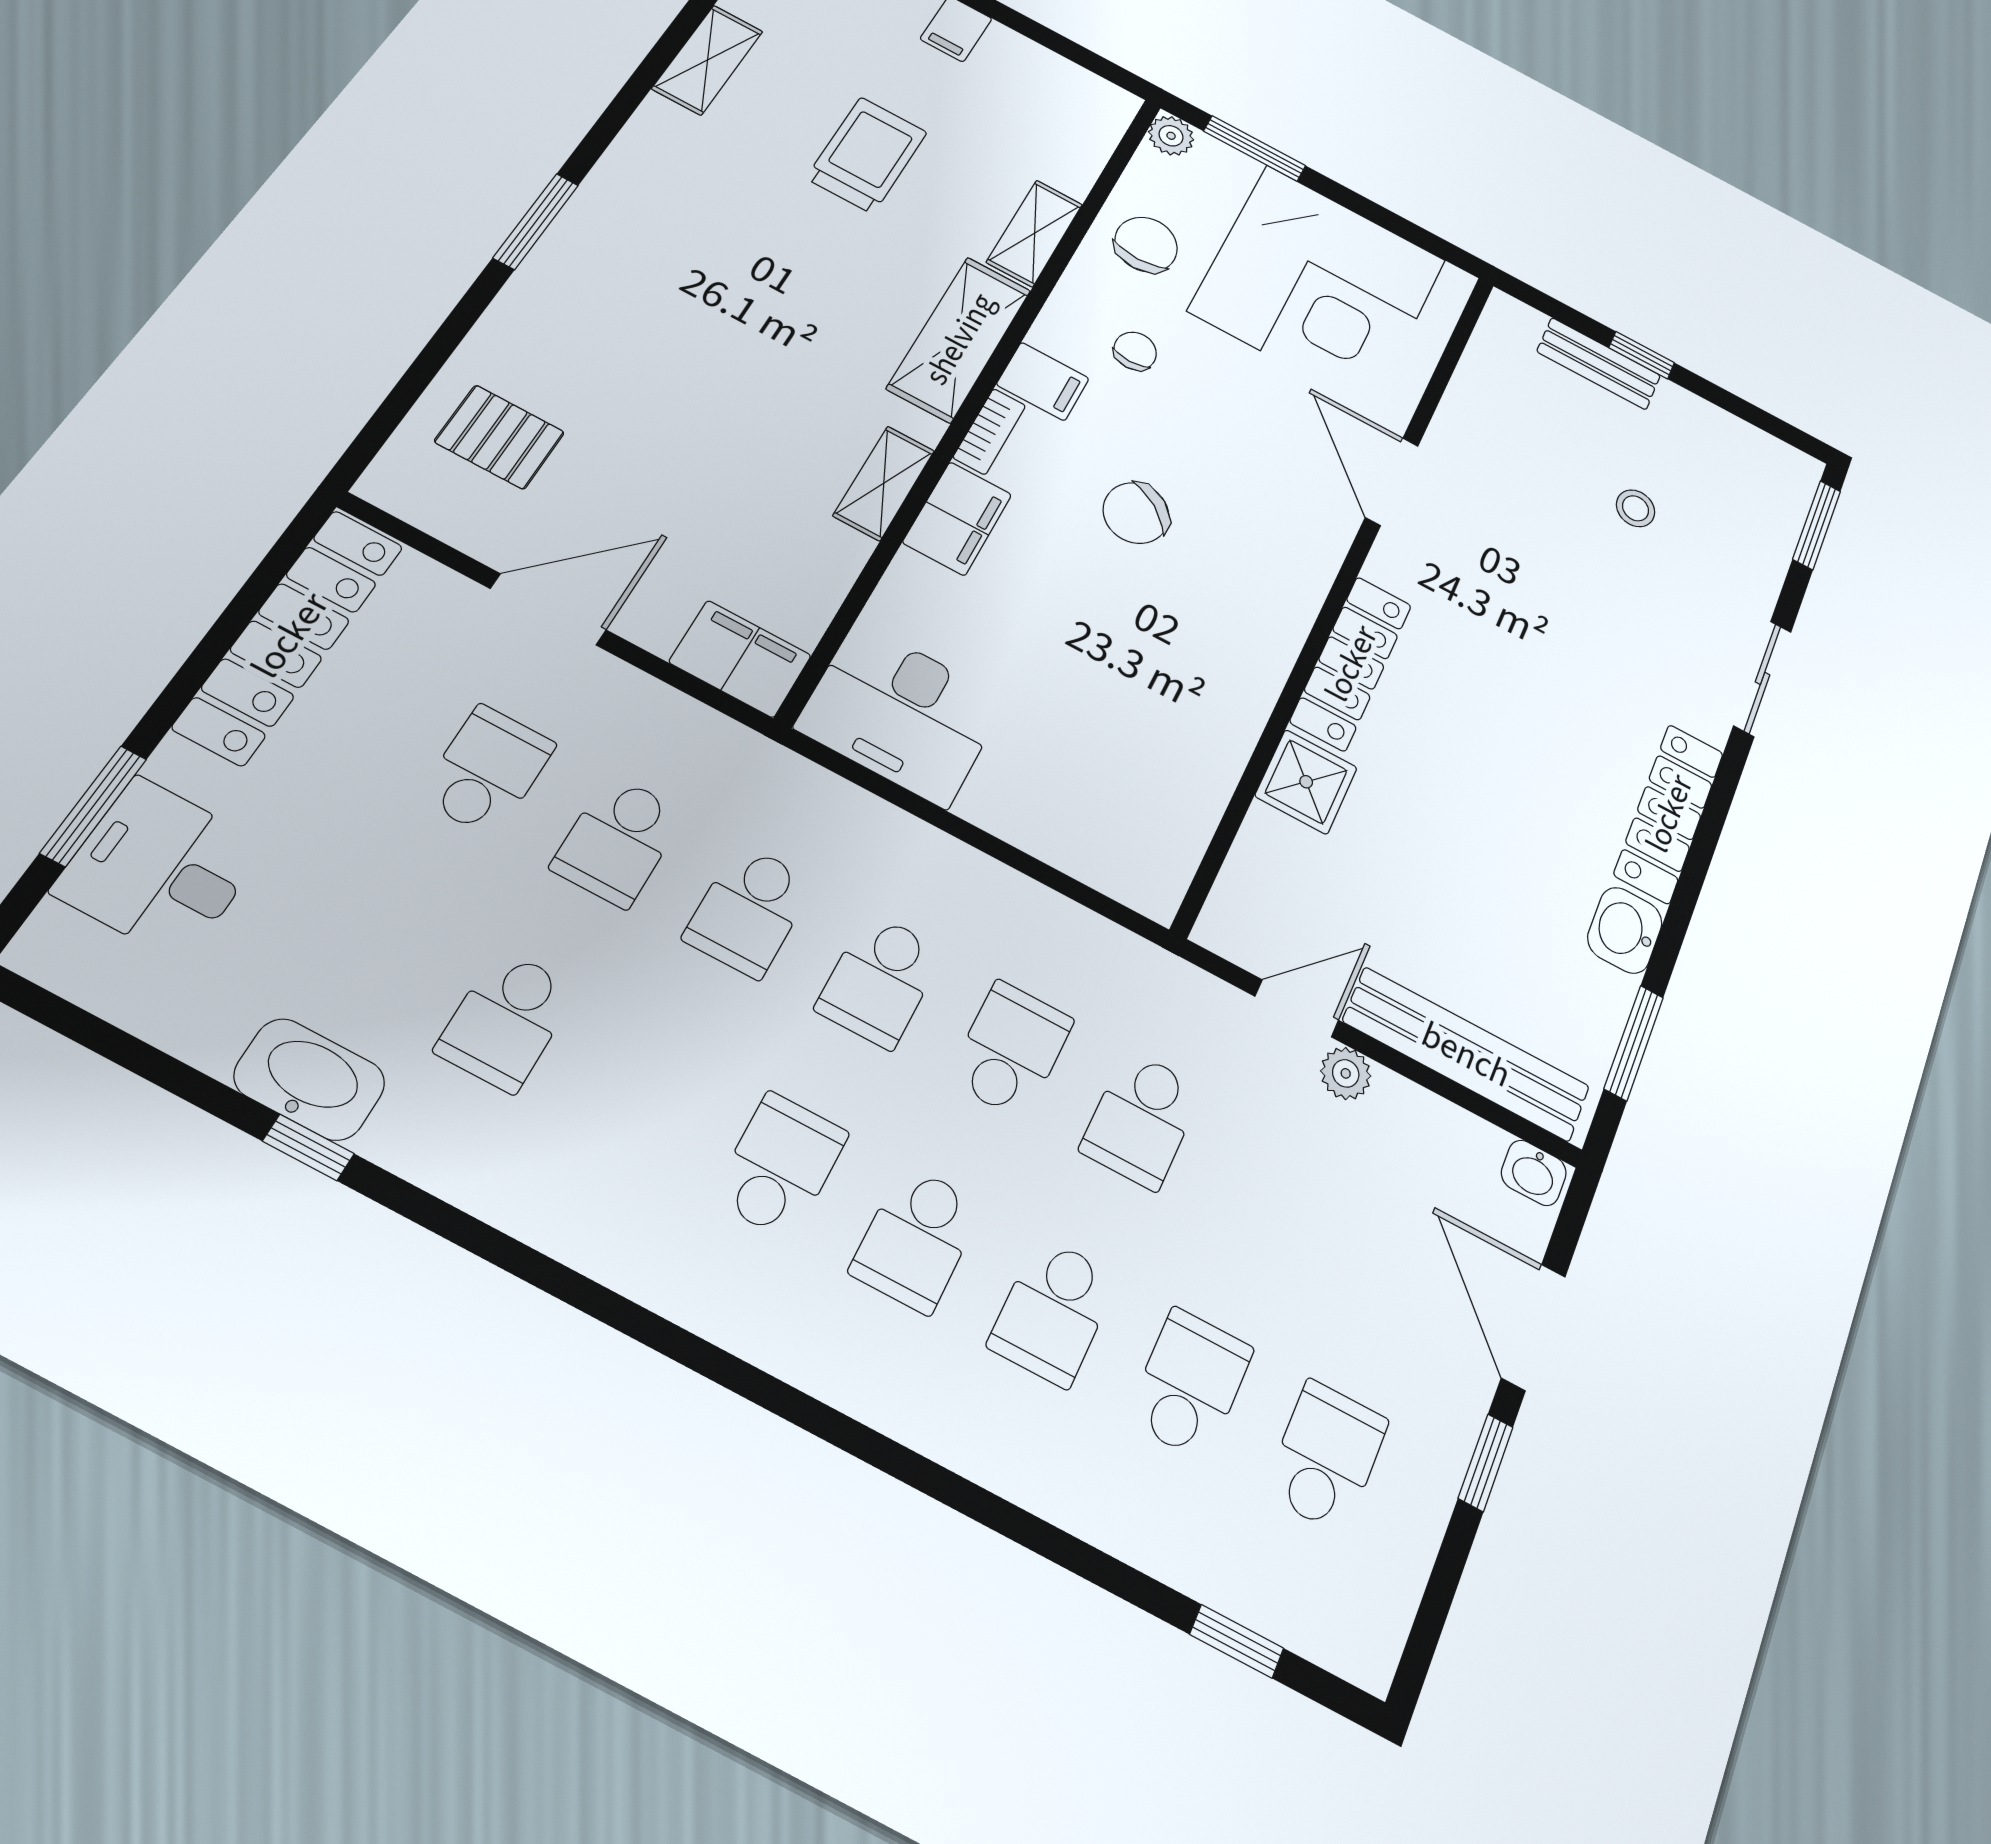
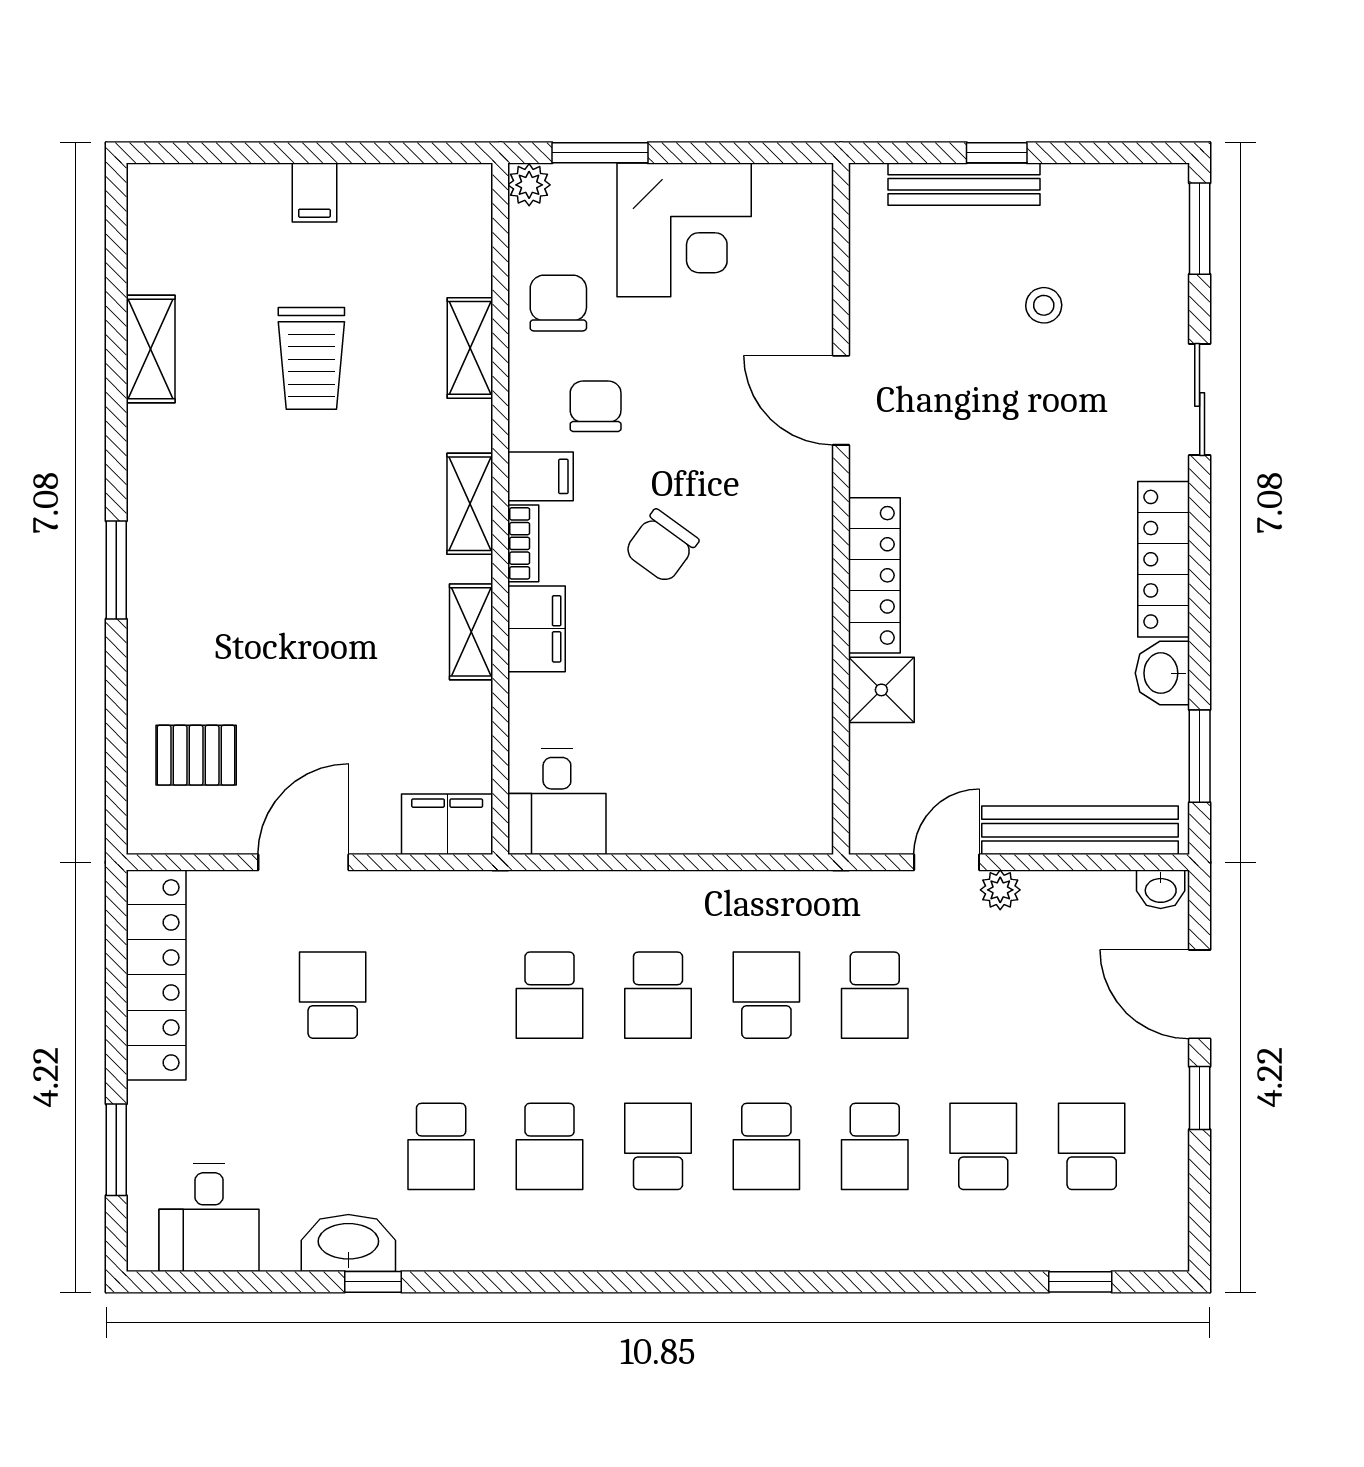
trolley: (867, 155) -> (311, 358), turned 180
corner desk: (1318, 285) -> (684, 230), width x0.74, depth x0.74
shelving: (959, 339) -> (470, 504), width x0.67, depth x0.75
chair: (1135, 351) -> (596, 406), width x1.37, depth x1.37
bench: (1599, 364) -> (964, 184), width x1.36
desk: (901, 714) -> (557, 802), width x0.73
school desk: (618, 841) -> (550, 1146), moved
desk: (160, 869) -> (209, 1218), moved, turned -90

